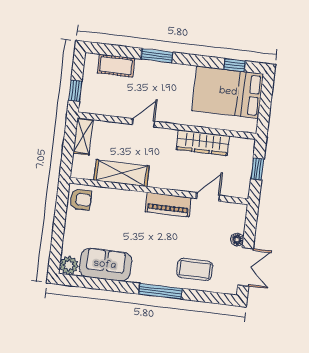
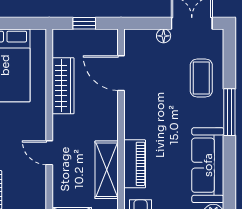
door: (208, 197) -> (121, 73), width x1.38
piano: (168, 205) -> (135, 164), moved
sofa: (105, 265) -> (208, 165), width x1.36

